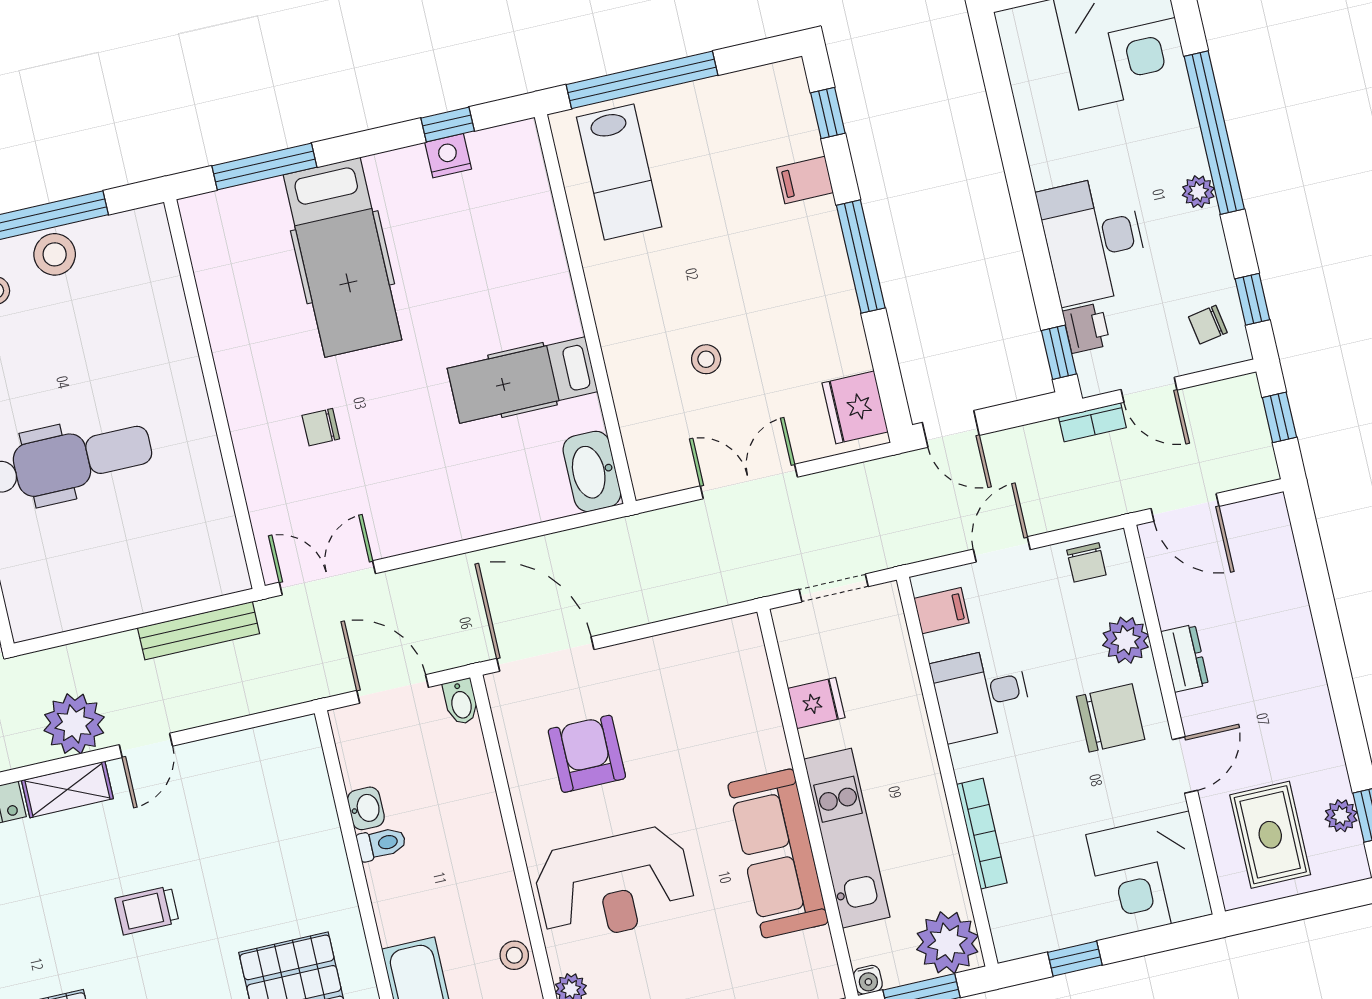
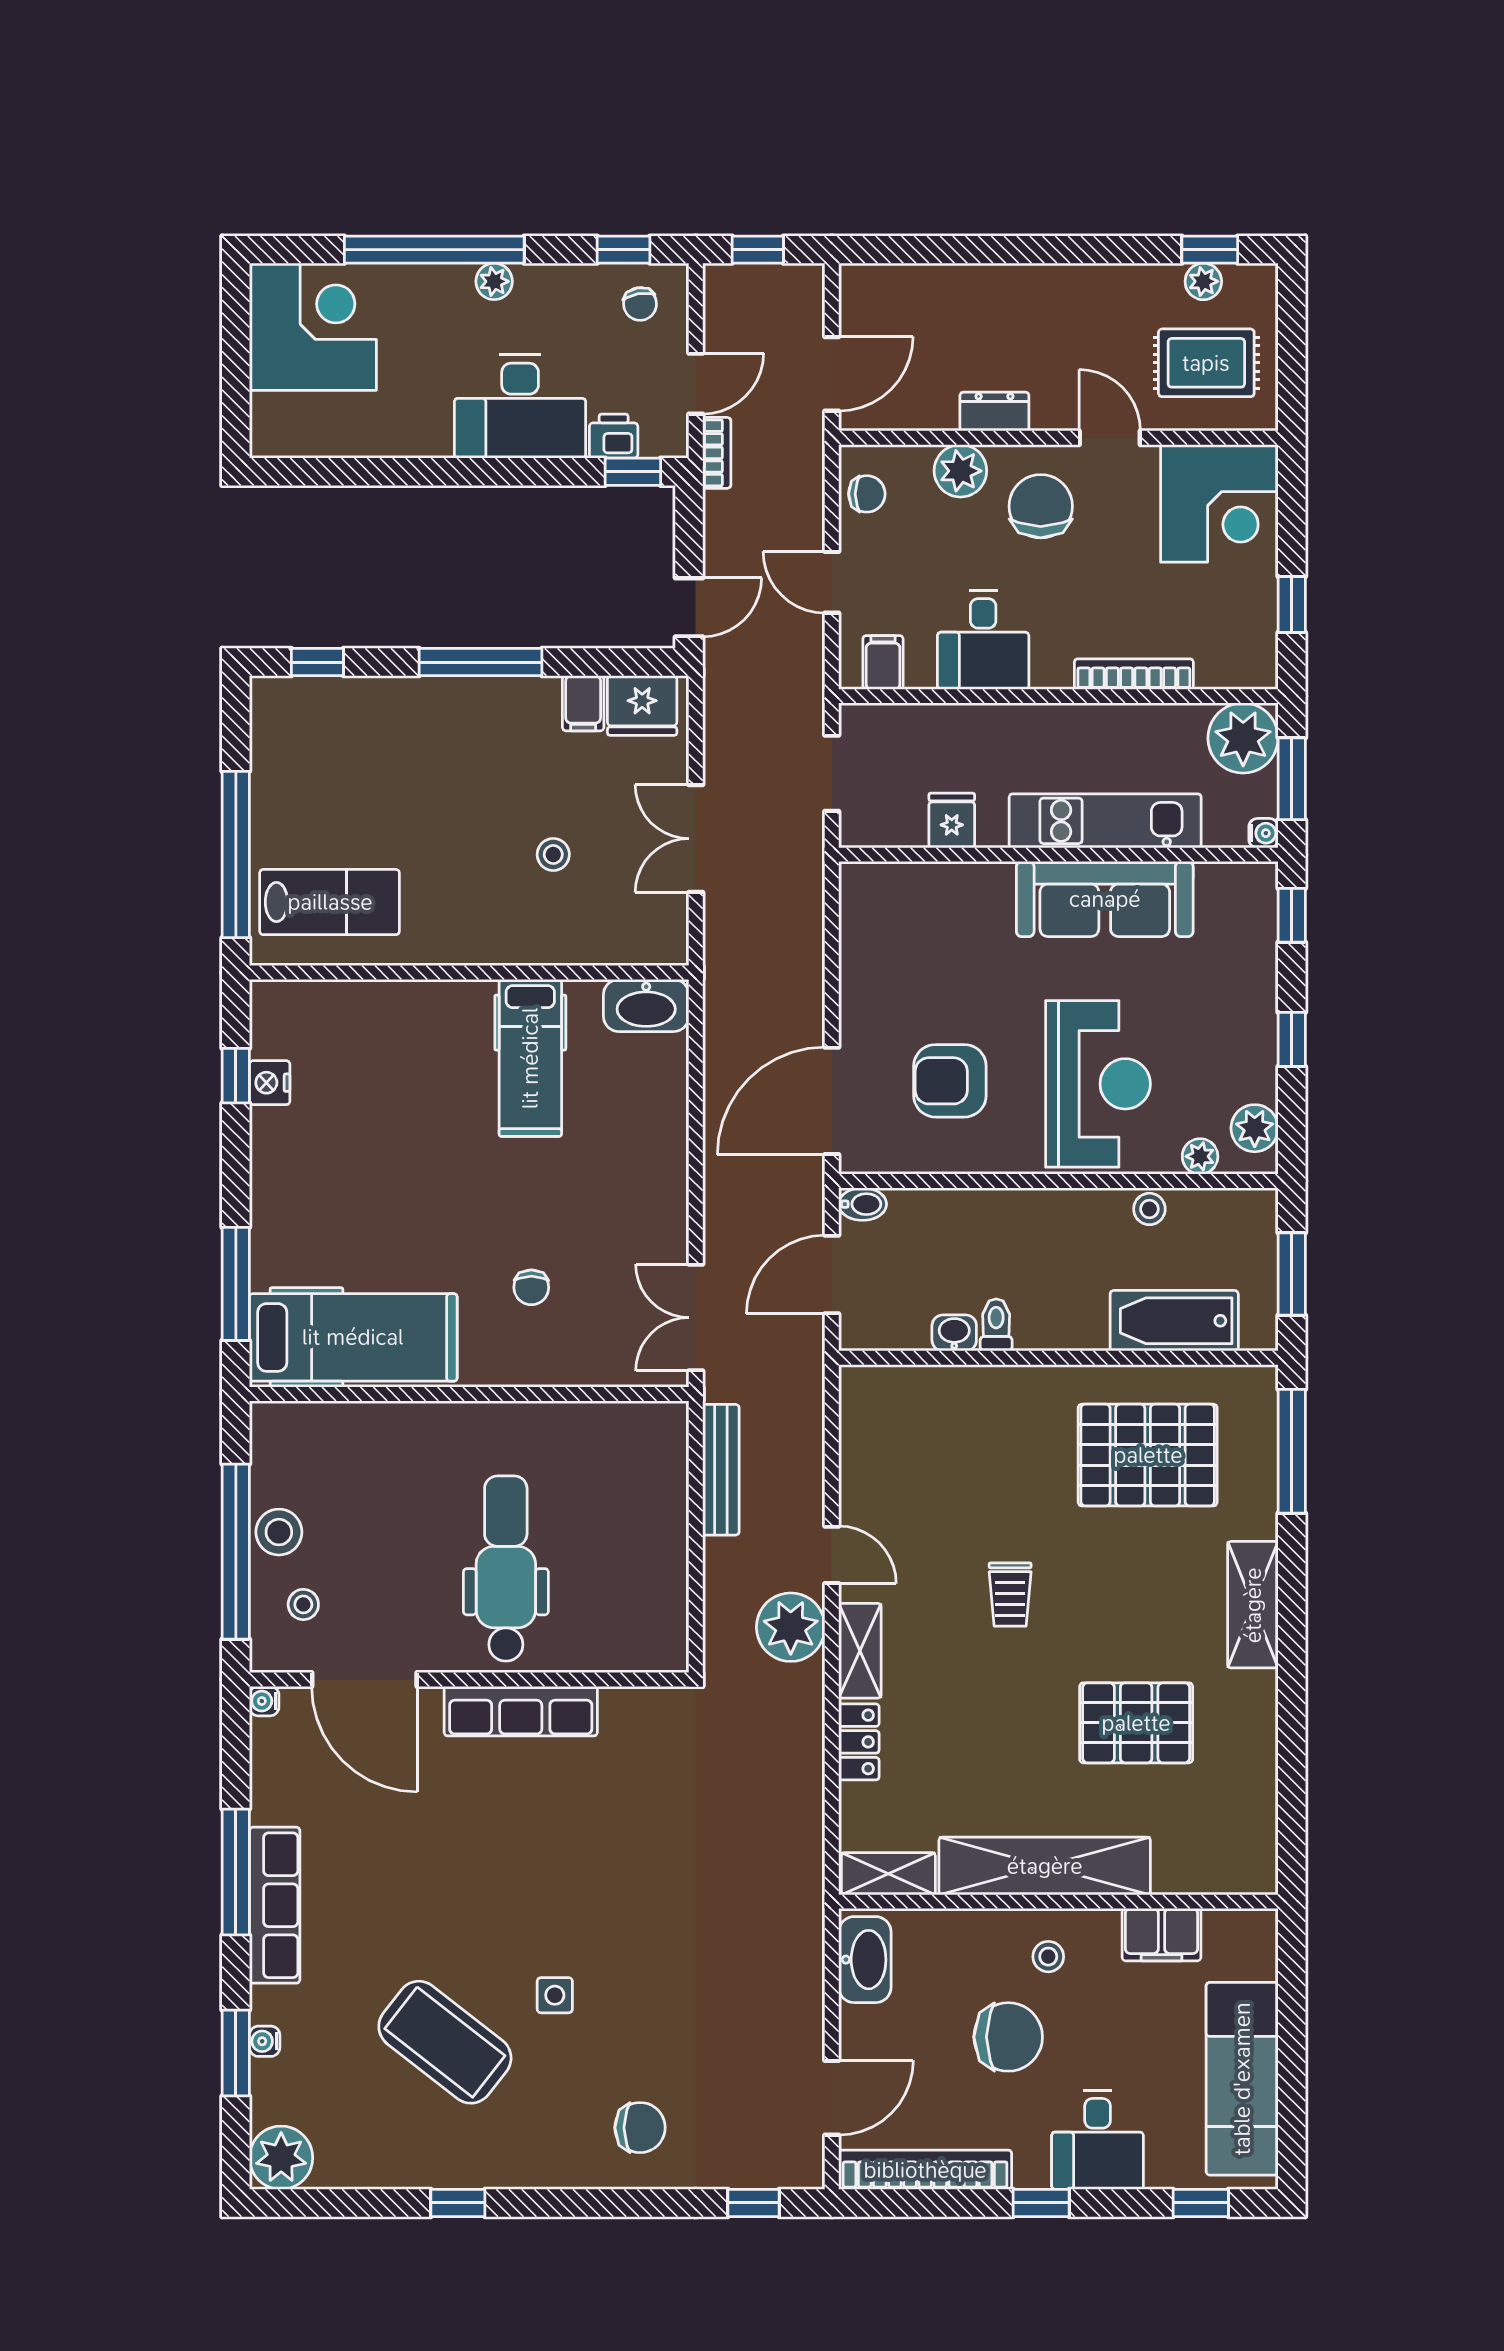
filing cabinet: (805, 180) -> (583, 703), moved
hospital bed: (342, 257) -> (353, 1337), moved

